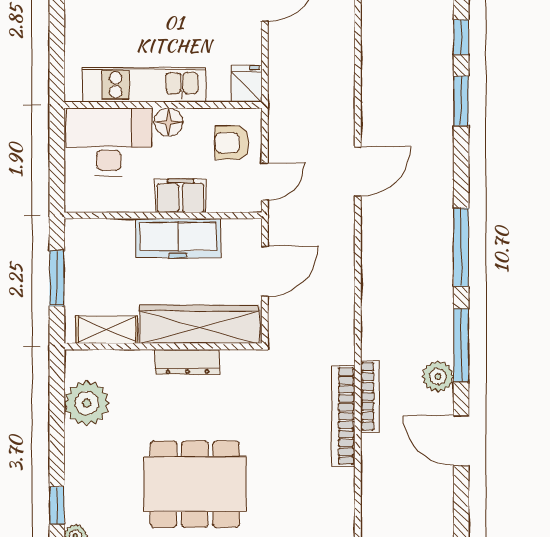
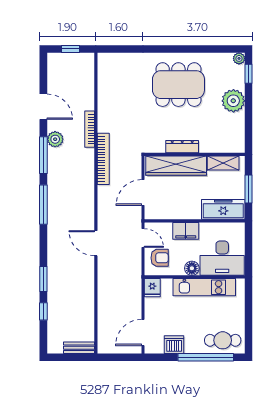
door: (358, 171) -> (96, 243), hinge flipped
door: (265, 182) -> (143, 238), swing flipped
freezer: (178, 238) -> (223, 209), moved
plant: (87, 403) -> (233, 101), moved
bookcase: (343, 416) -> (103, 159), moved

